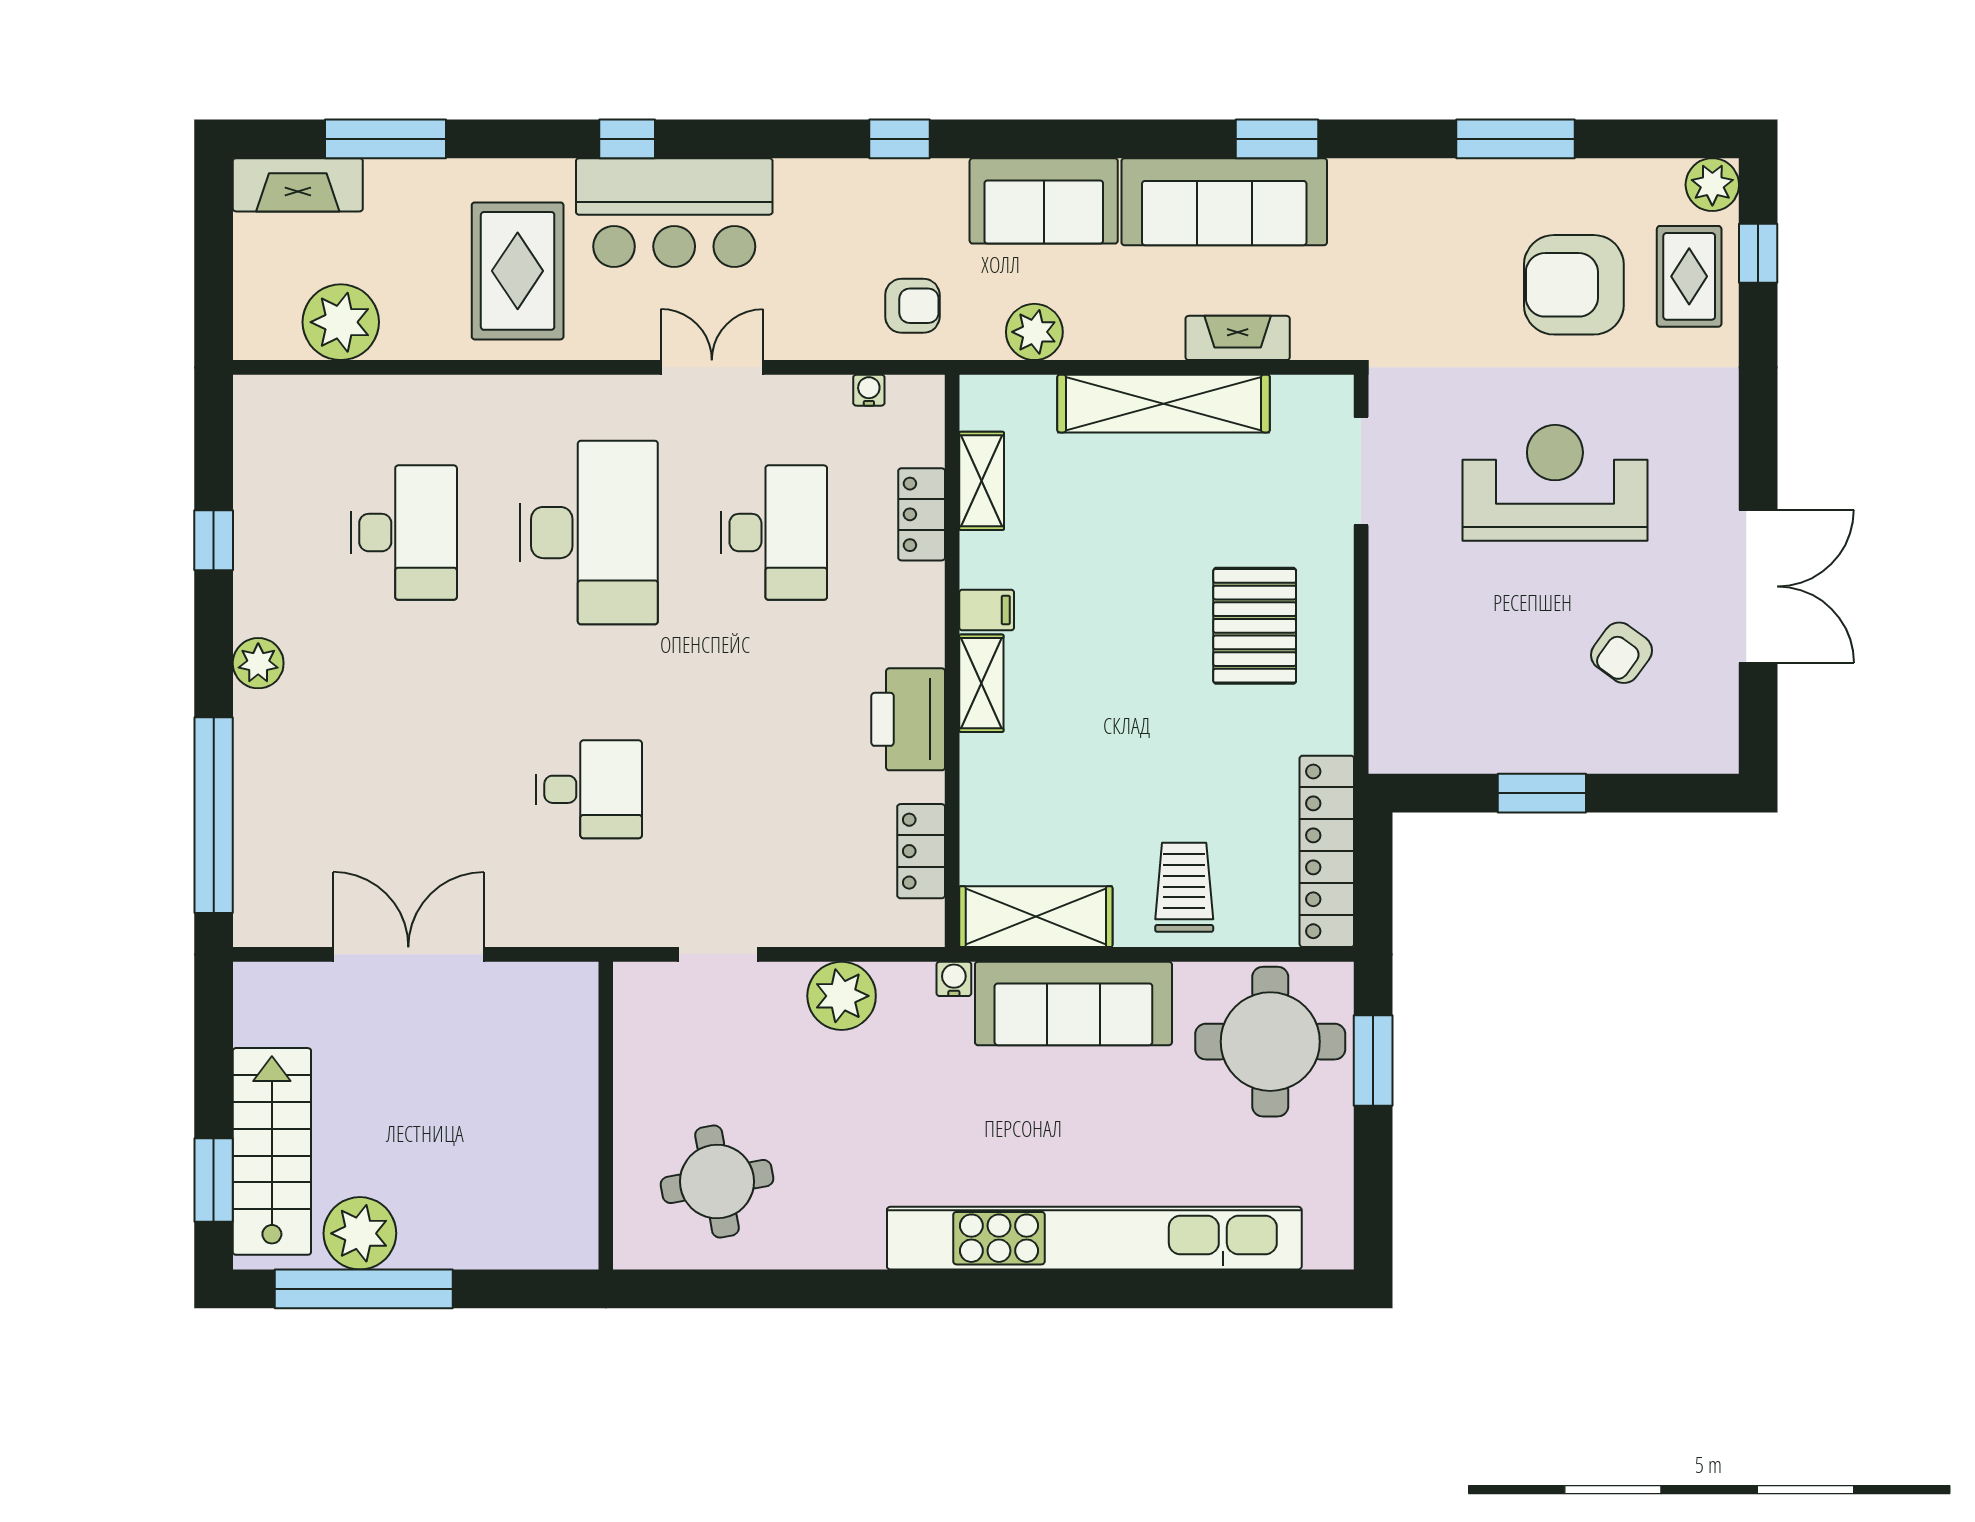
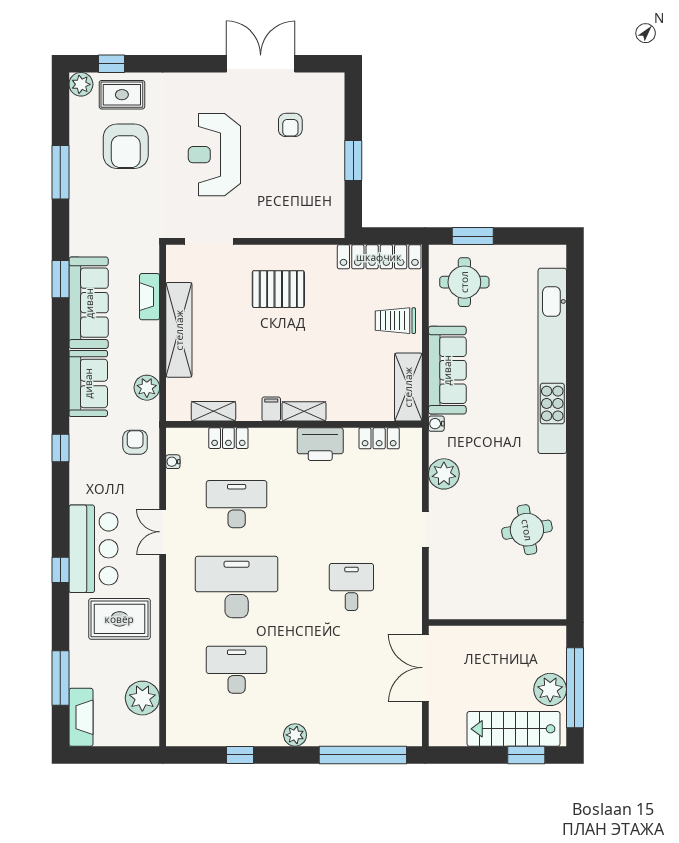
armchair: (1621, 653) -> (290, 125), turned 54
round table: (1270, 1042) -> (464, 282), width x0.73, depth x0.73
wall: (606, 1116) -> (497, 623), moved

